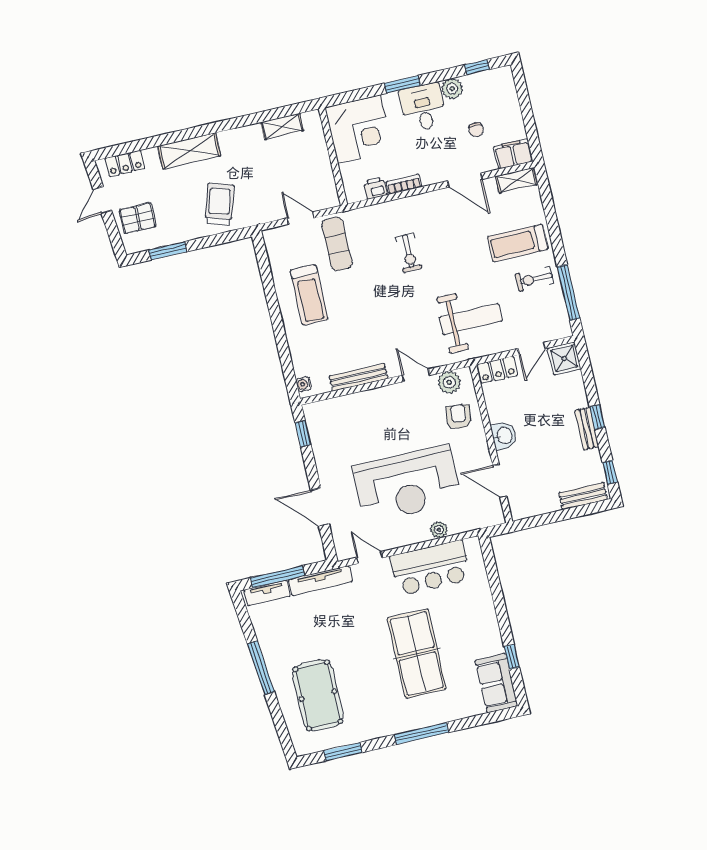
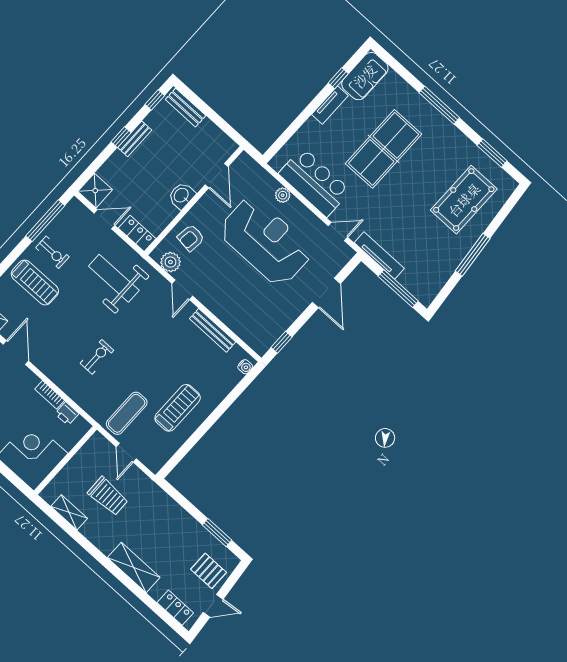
trolley: (219, 204) -> (108, 496), moved, turned -108
door: (369, 558) -> (338, 232), swing flipped
tv unit: (267, 593) -> (330, 105), moved, turned 90

